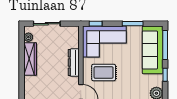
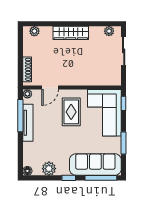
wardrobe: (30, 59) -> (71, 33), moved
dresser: (74, 63) -> (82, 80), removed

